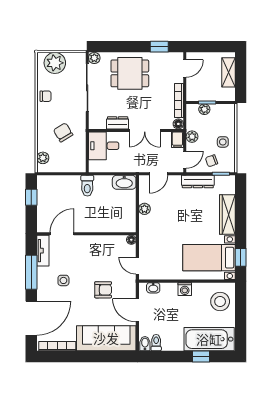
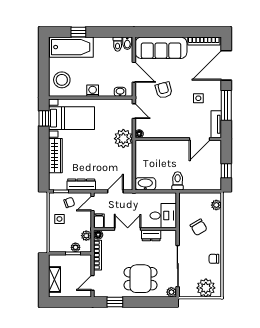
plant: (192, 137) -> (86, 236), moved
plant: (144, 209) -> (123, 139), moved, width x1.88, depth x1.88
armchair: (103, 290) -> (164, 90), turned 75

